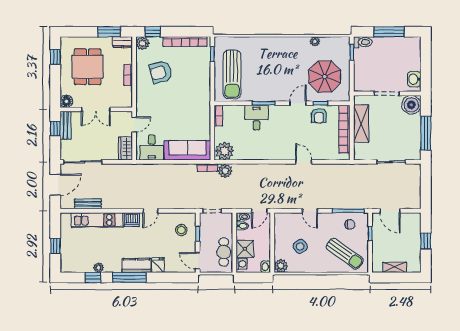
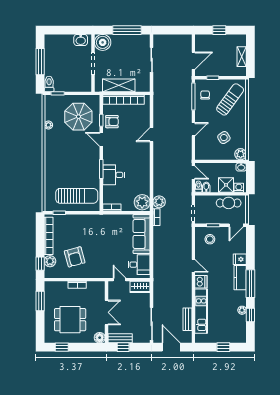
dresser: (122, 42) -> (49, 290), removed
plant: (143, 43) -> (50, 261), moved

